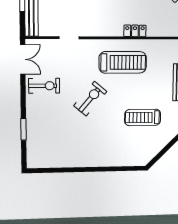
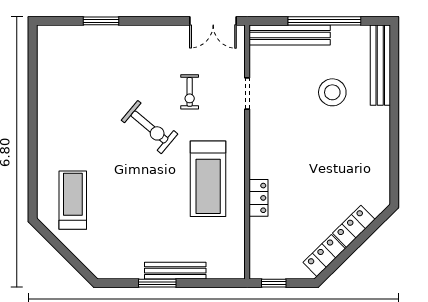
exercise bike: (44, 86) -> (190, 92), moved, width x0.73, depth x0.72
treadmill: (143, 117) -> (73, 200), moved

